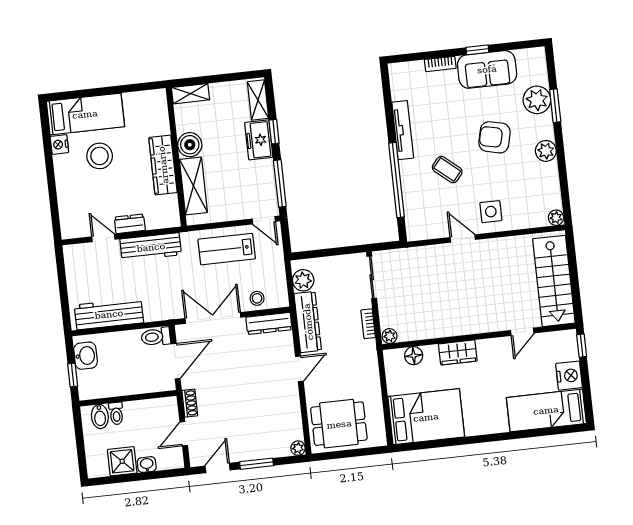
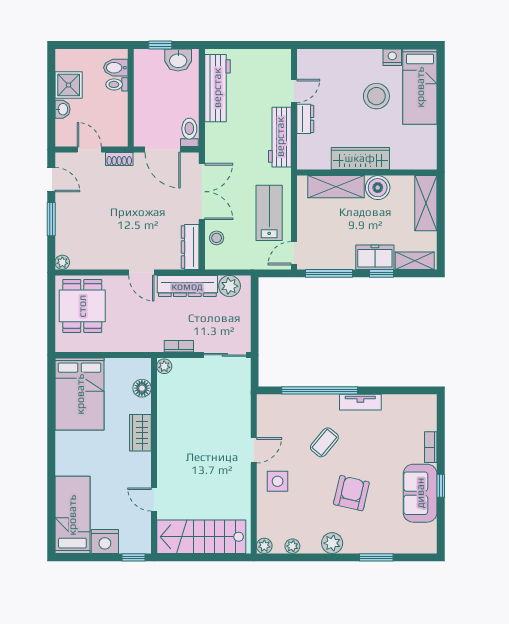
shelving: (191, 94) -> (426, 203), width x1.50, depth x1.33
plant: (537, 100) -> (292, 546), moved, width x0.53, depth x0.53
tv unit: (403, 130) -> (360, 402), width x0.71

